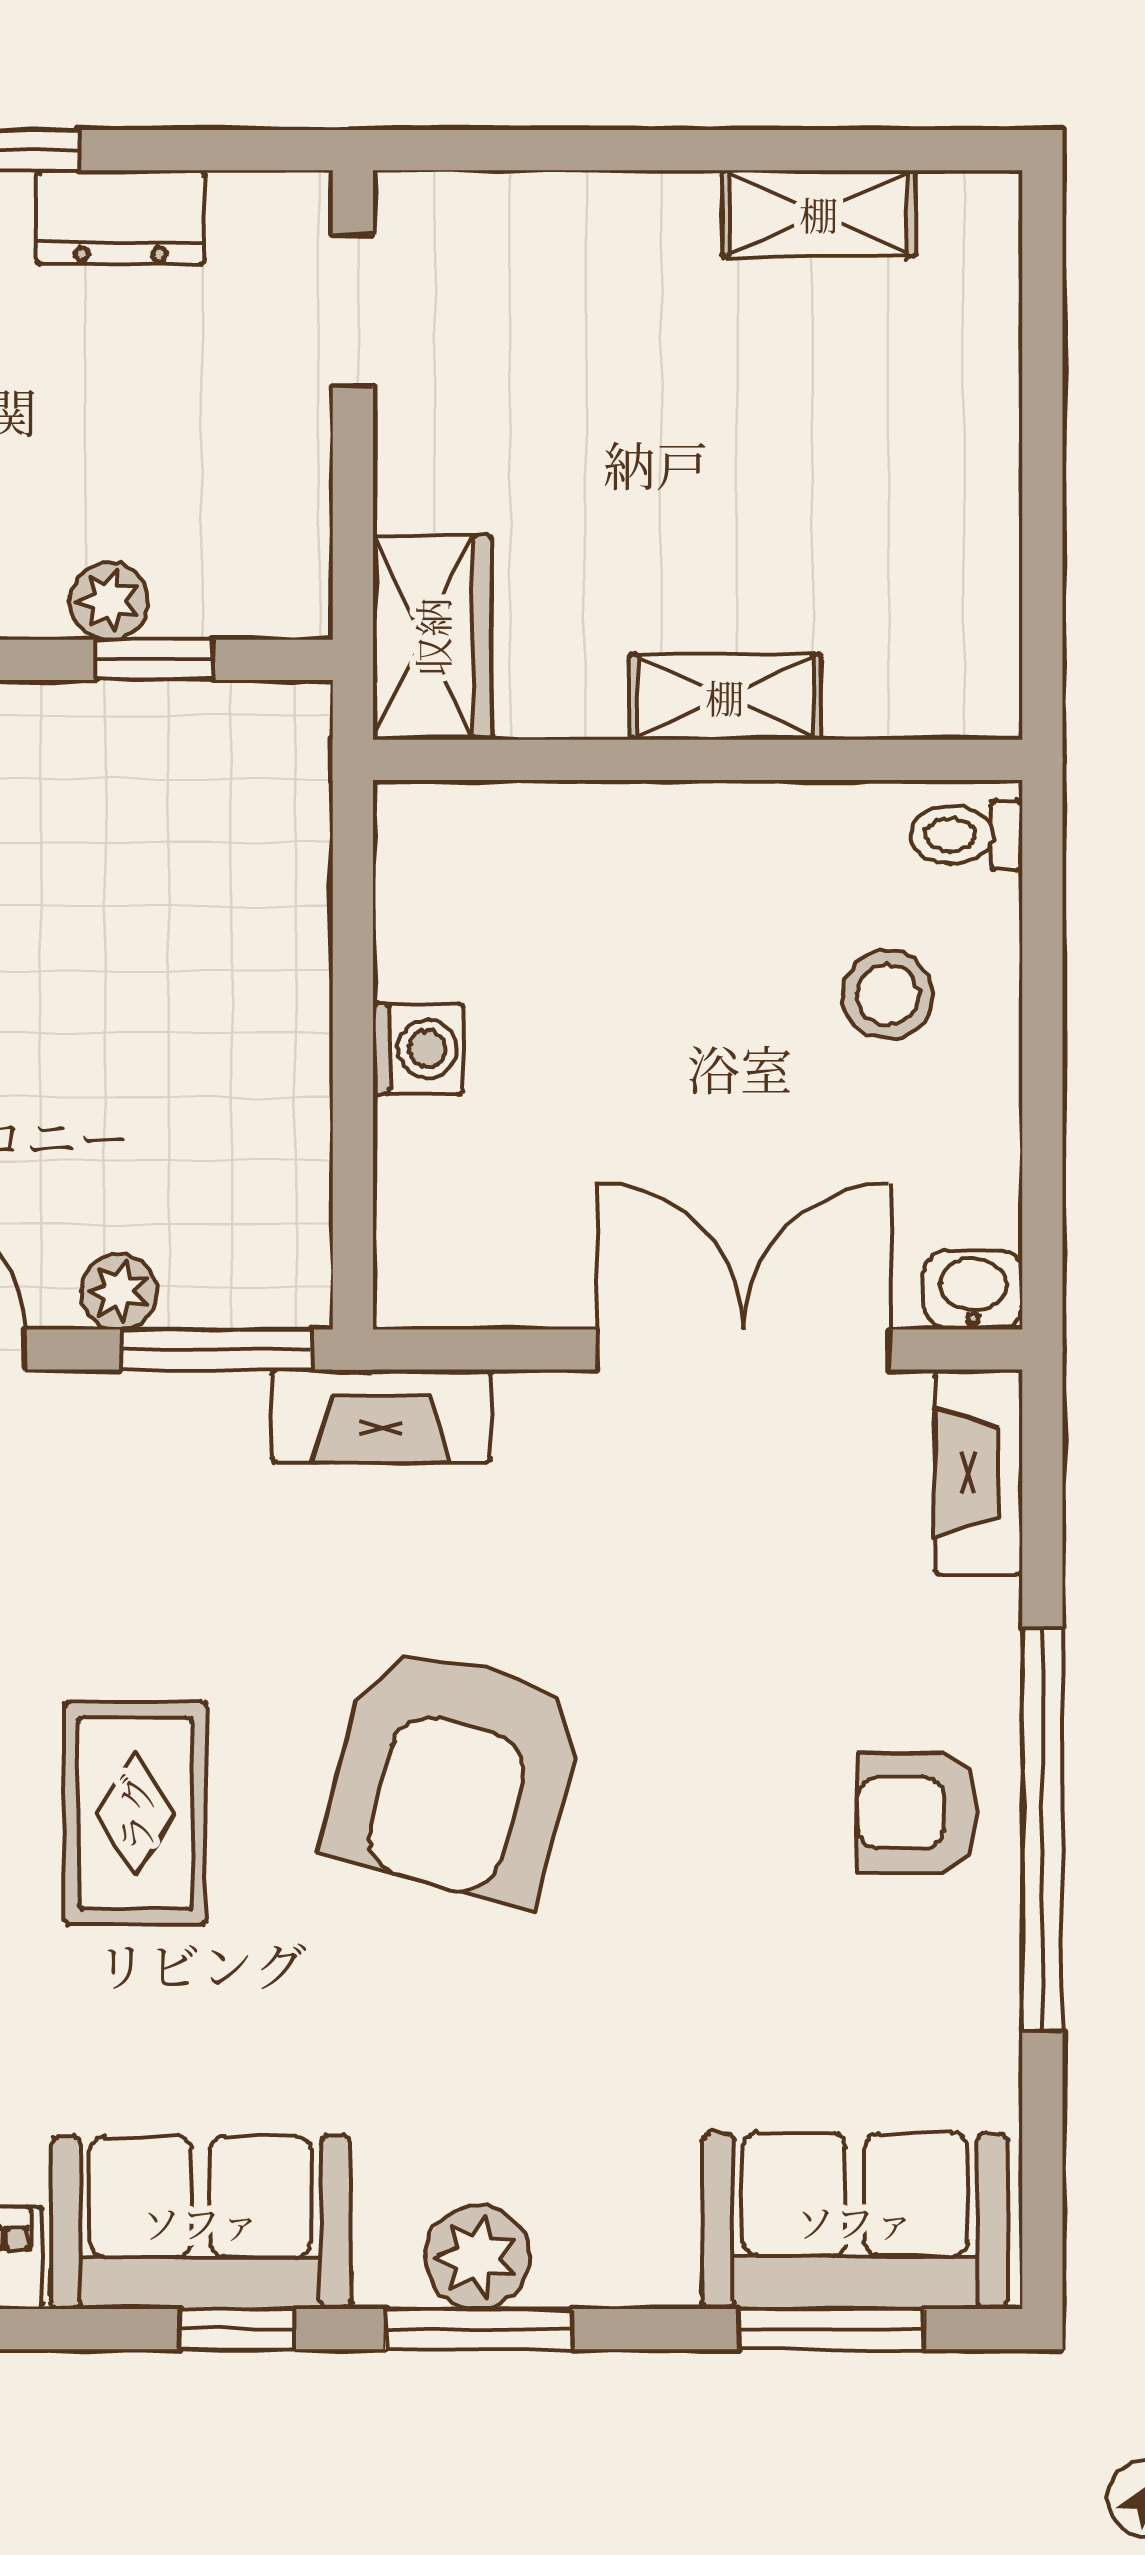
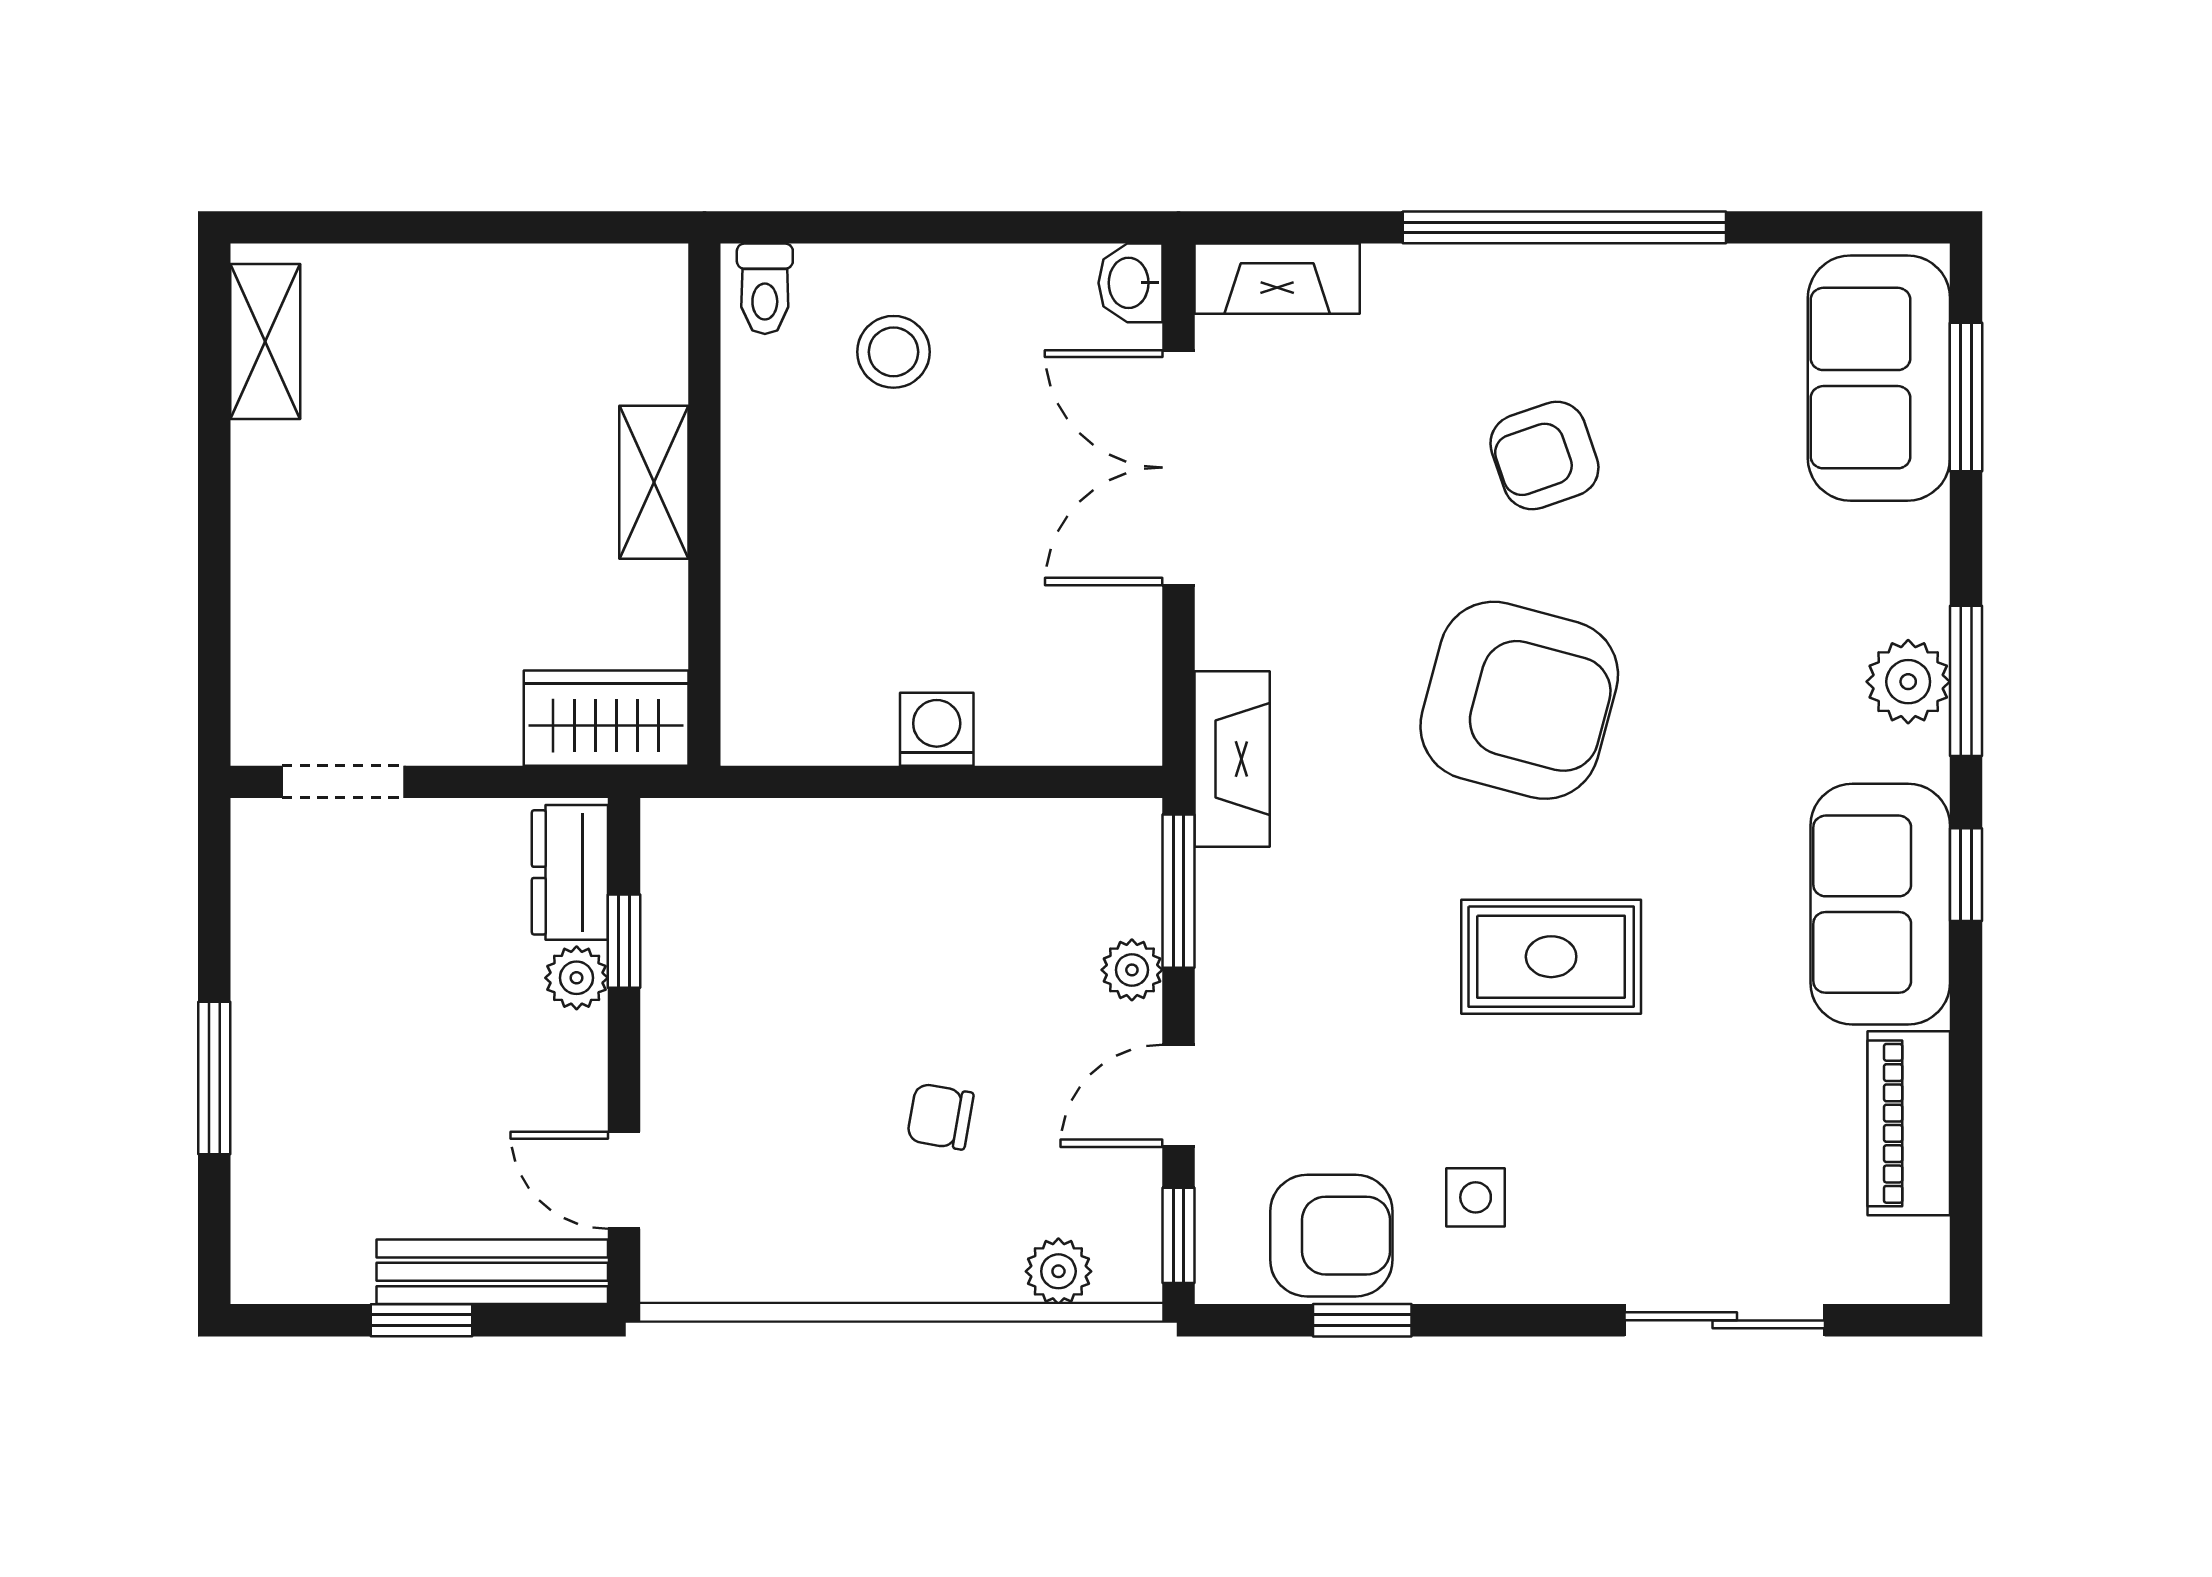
shelving: (819, 214) -> (265, 342), moved
dresser: (121, 217) -> (570, 872), moved, turned 180
armchair: (918, 1813) -> (1544, 456), moved, turned 71

